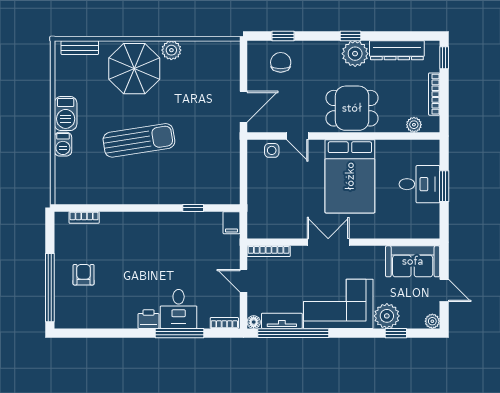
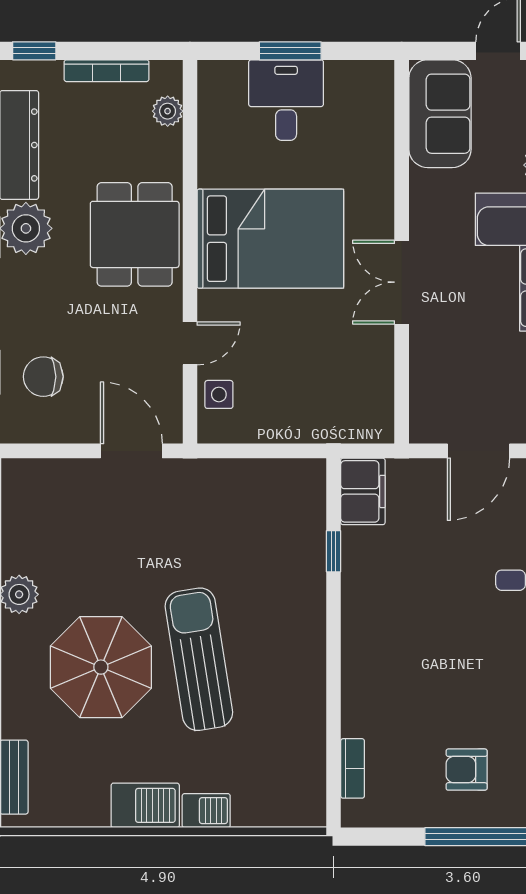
parasol: (134, 69) -> (101, 667), moved
filing cabinet: (231, 223) -> (363, 491), width x2.00
bookcase: (269, 251) -> (420, 401), removed
door: (243, 281) -> (478, 451), width x1.38

